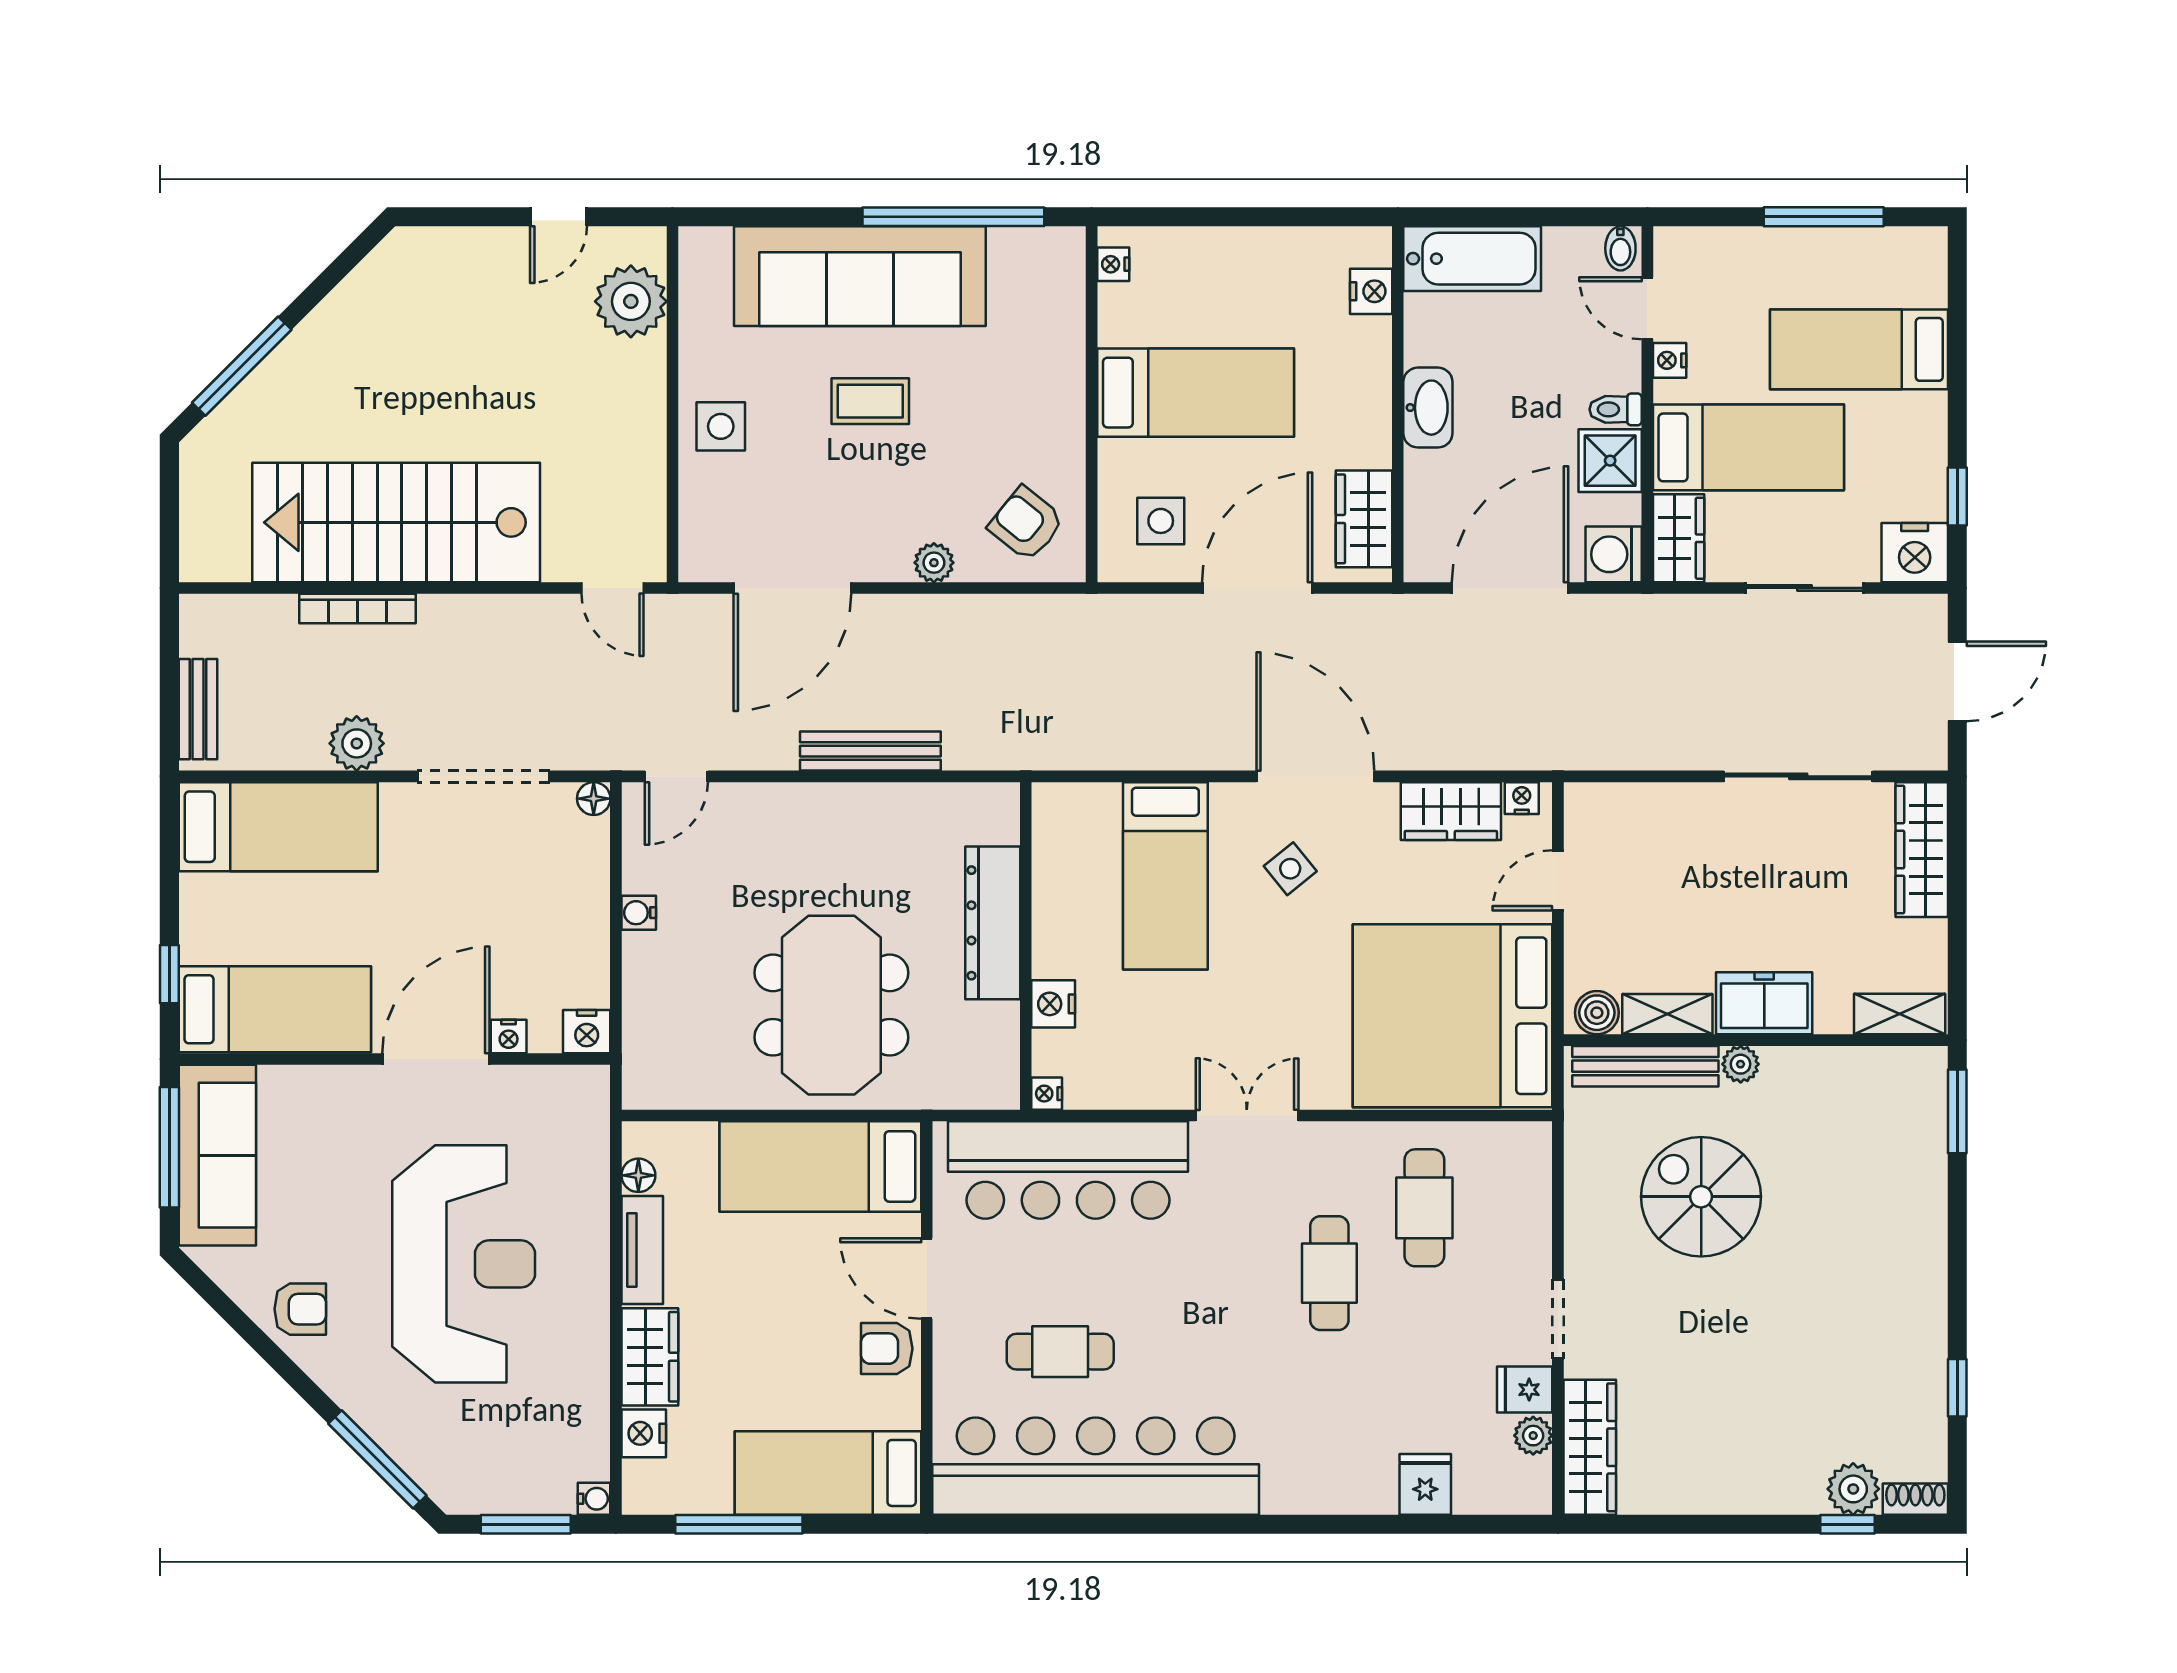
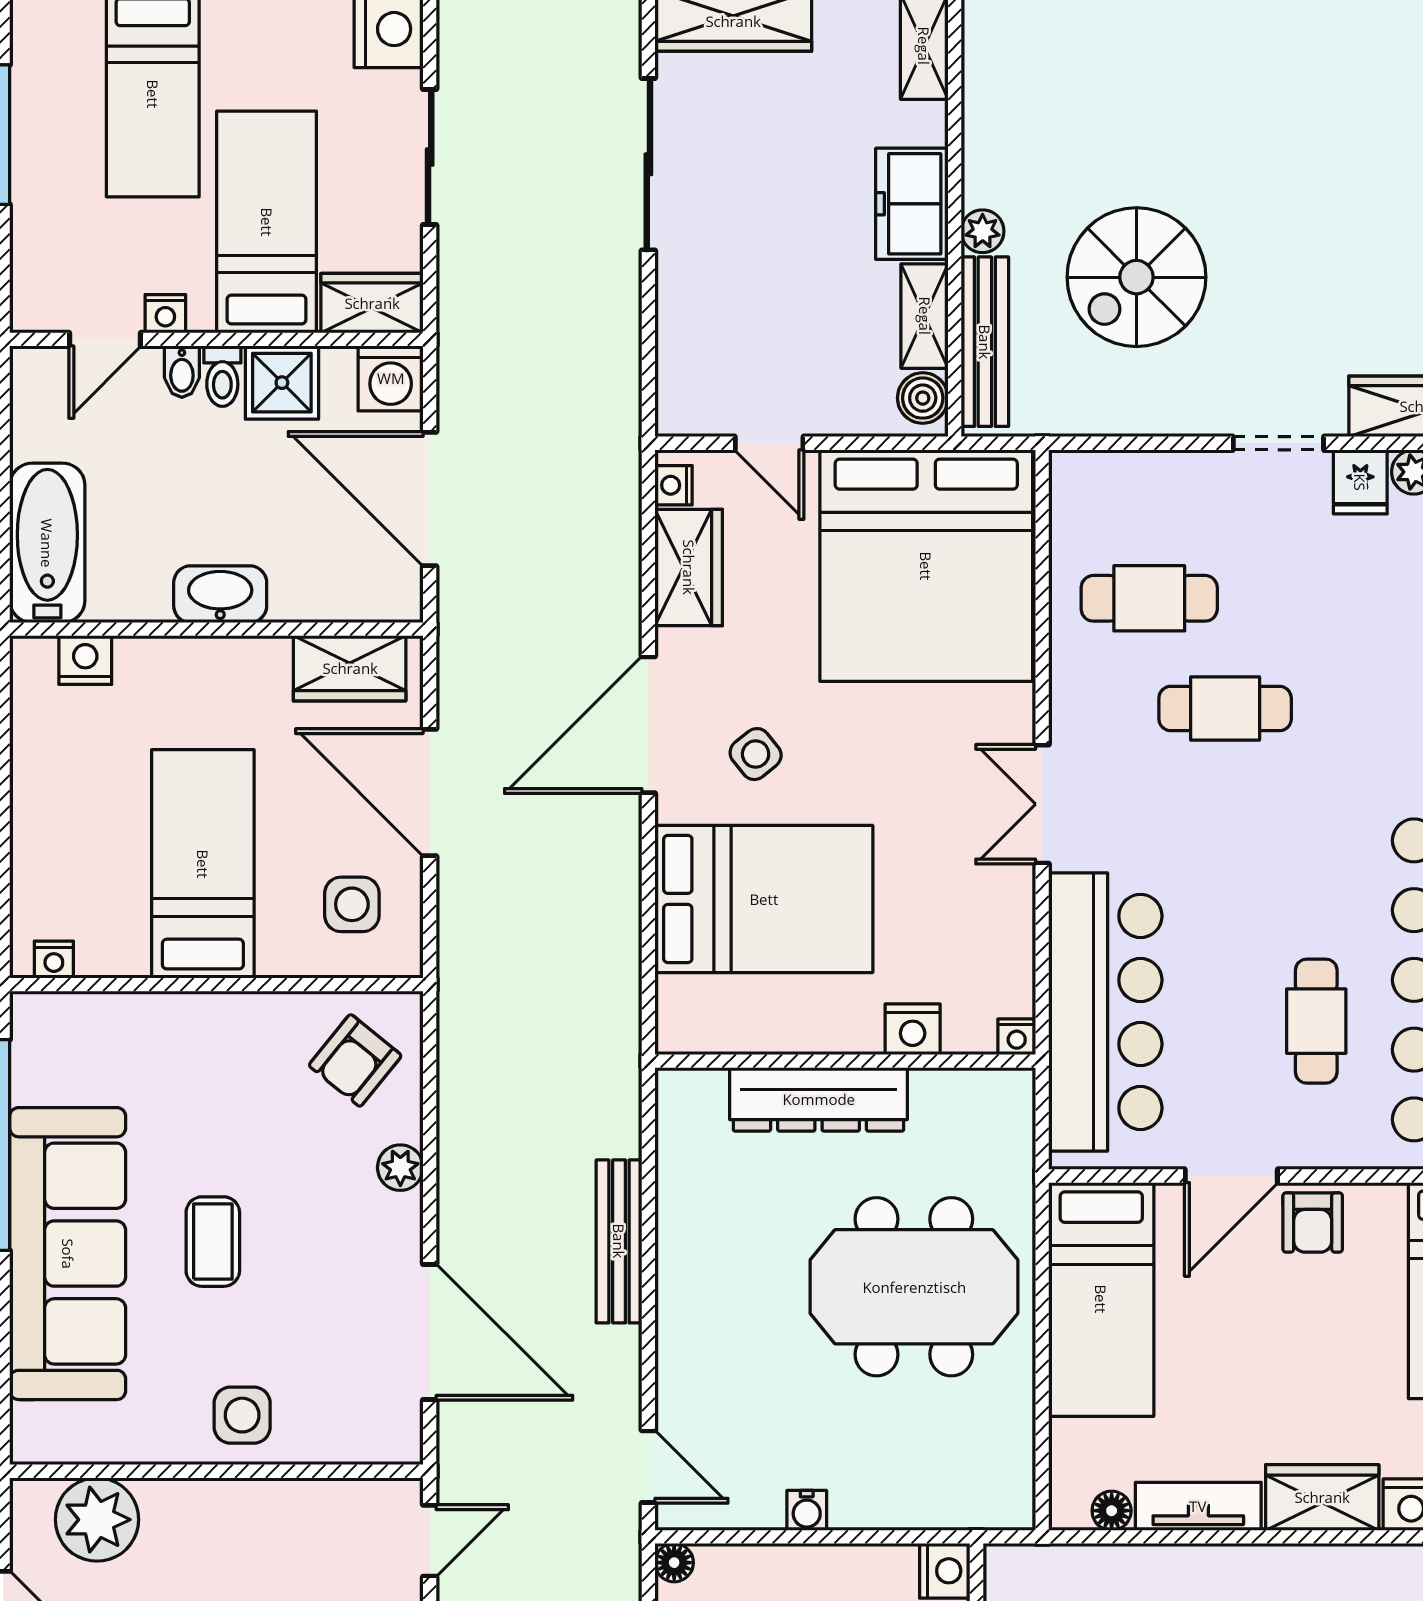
bidet: (1620, 248) -> (182, 372), moved, turned 90
bed: (1165, 876) -> (764, 899), width x1.50

